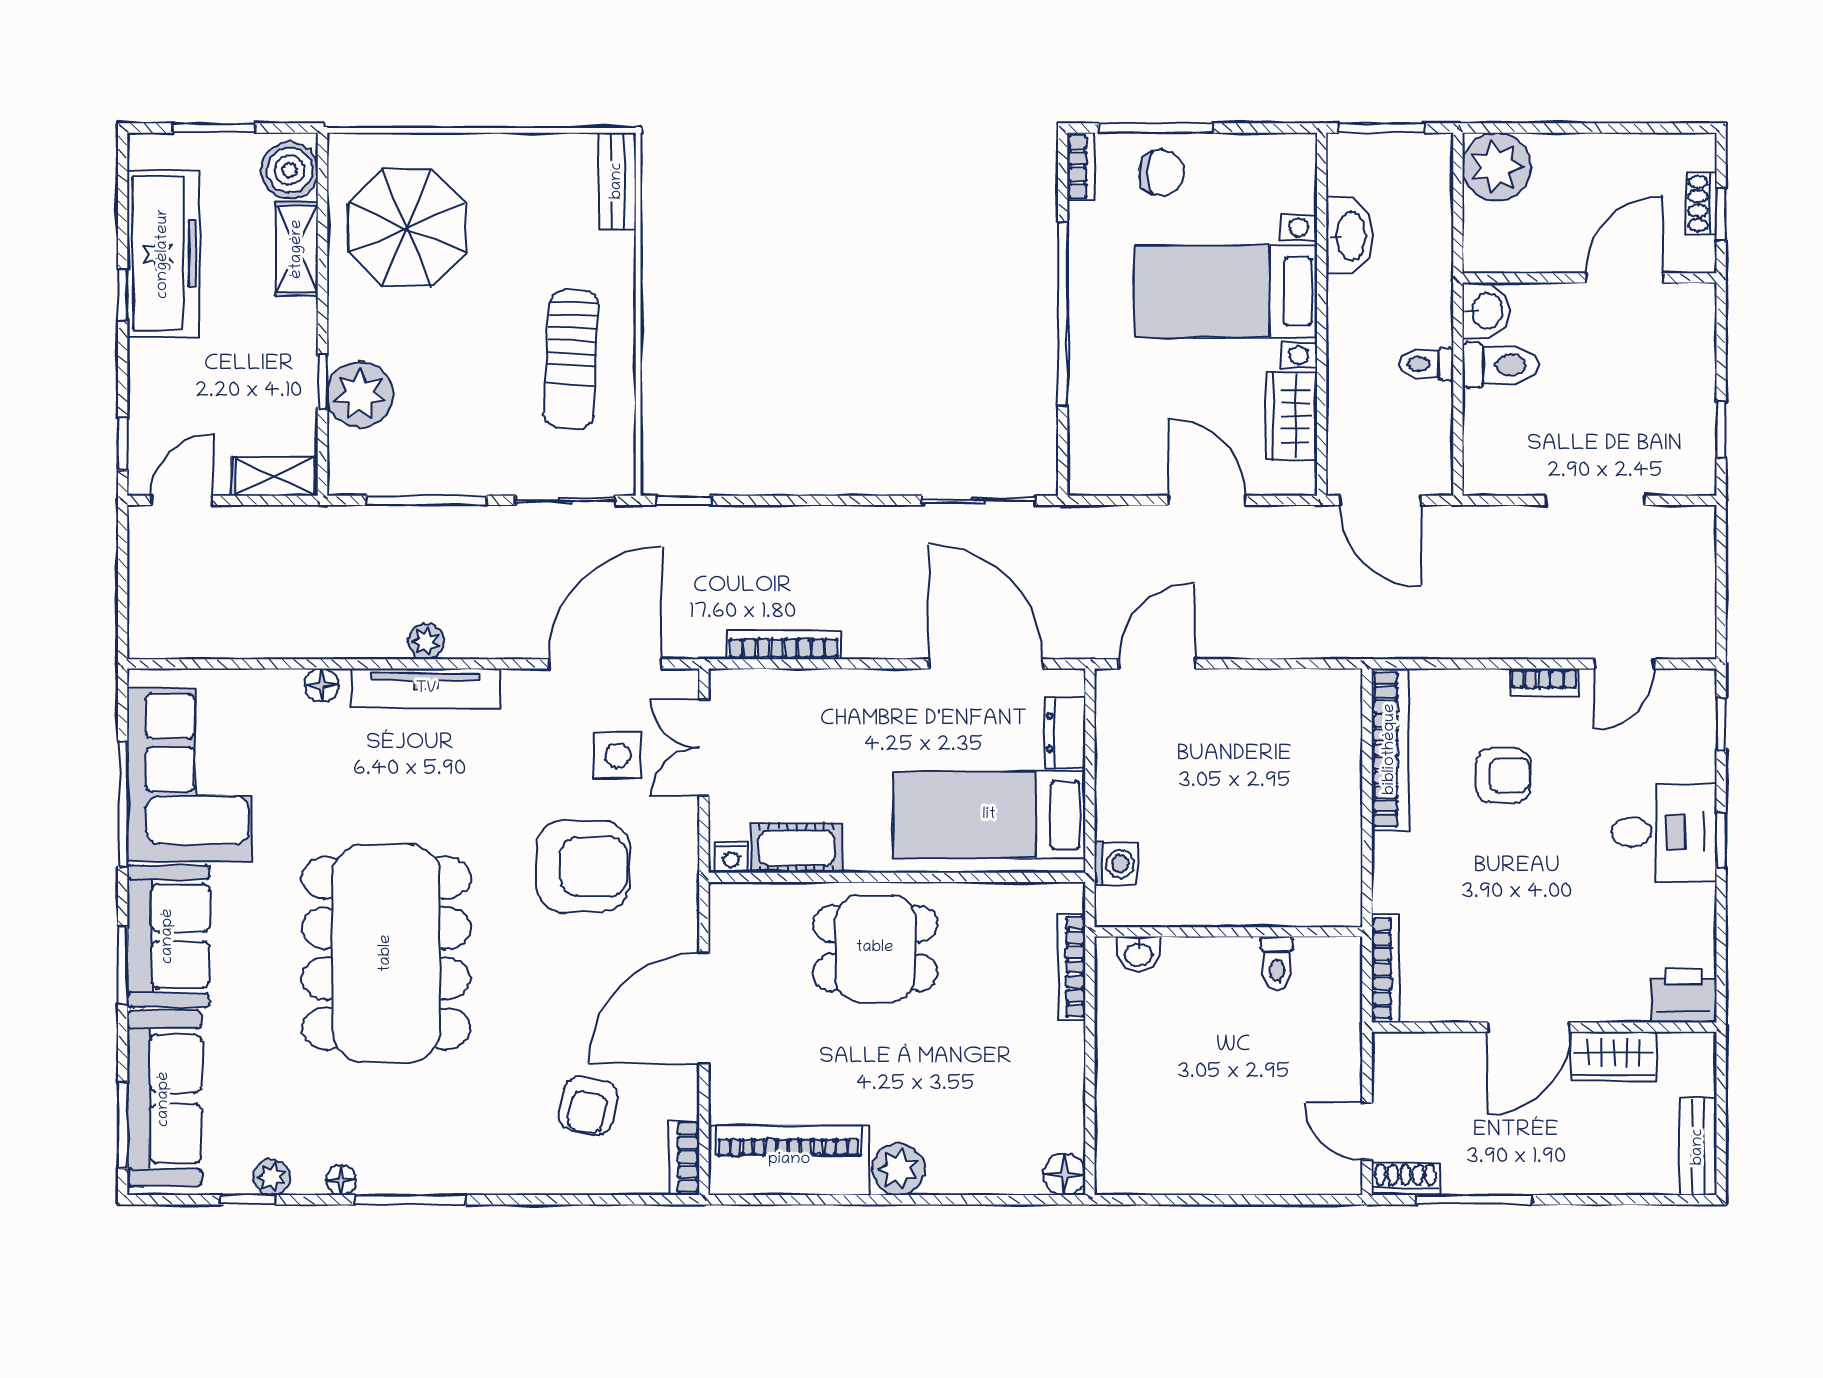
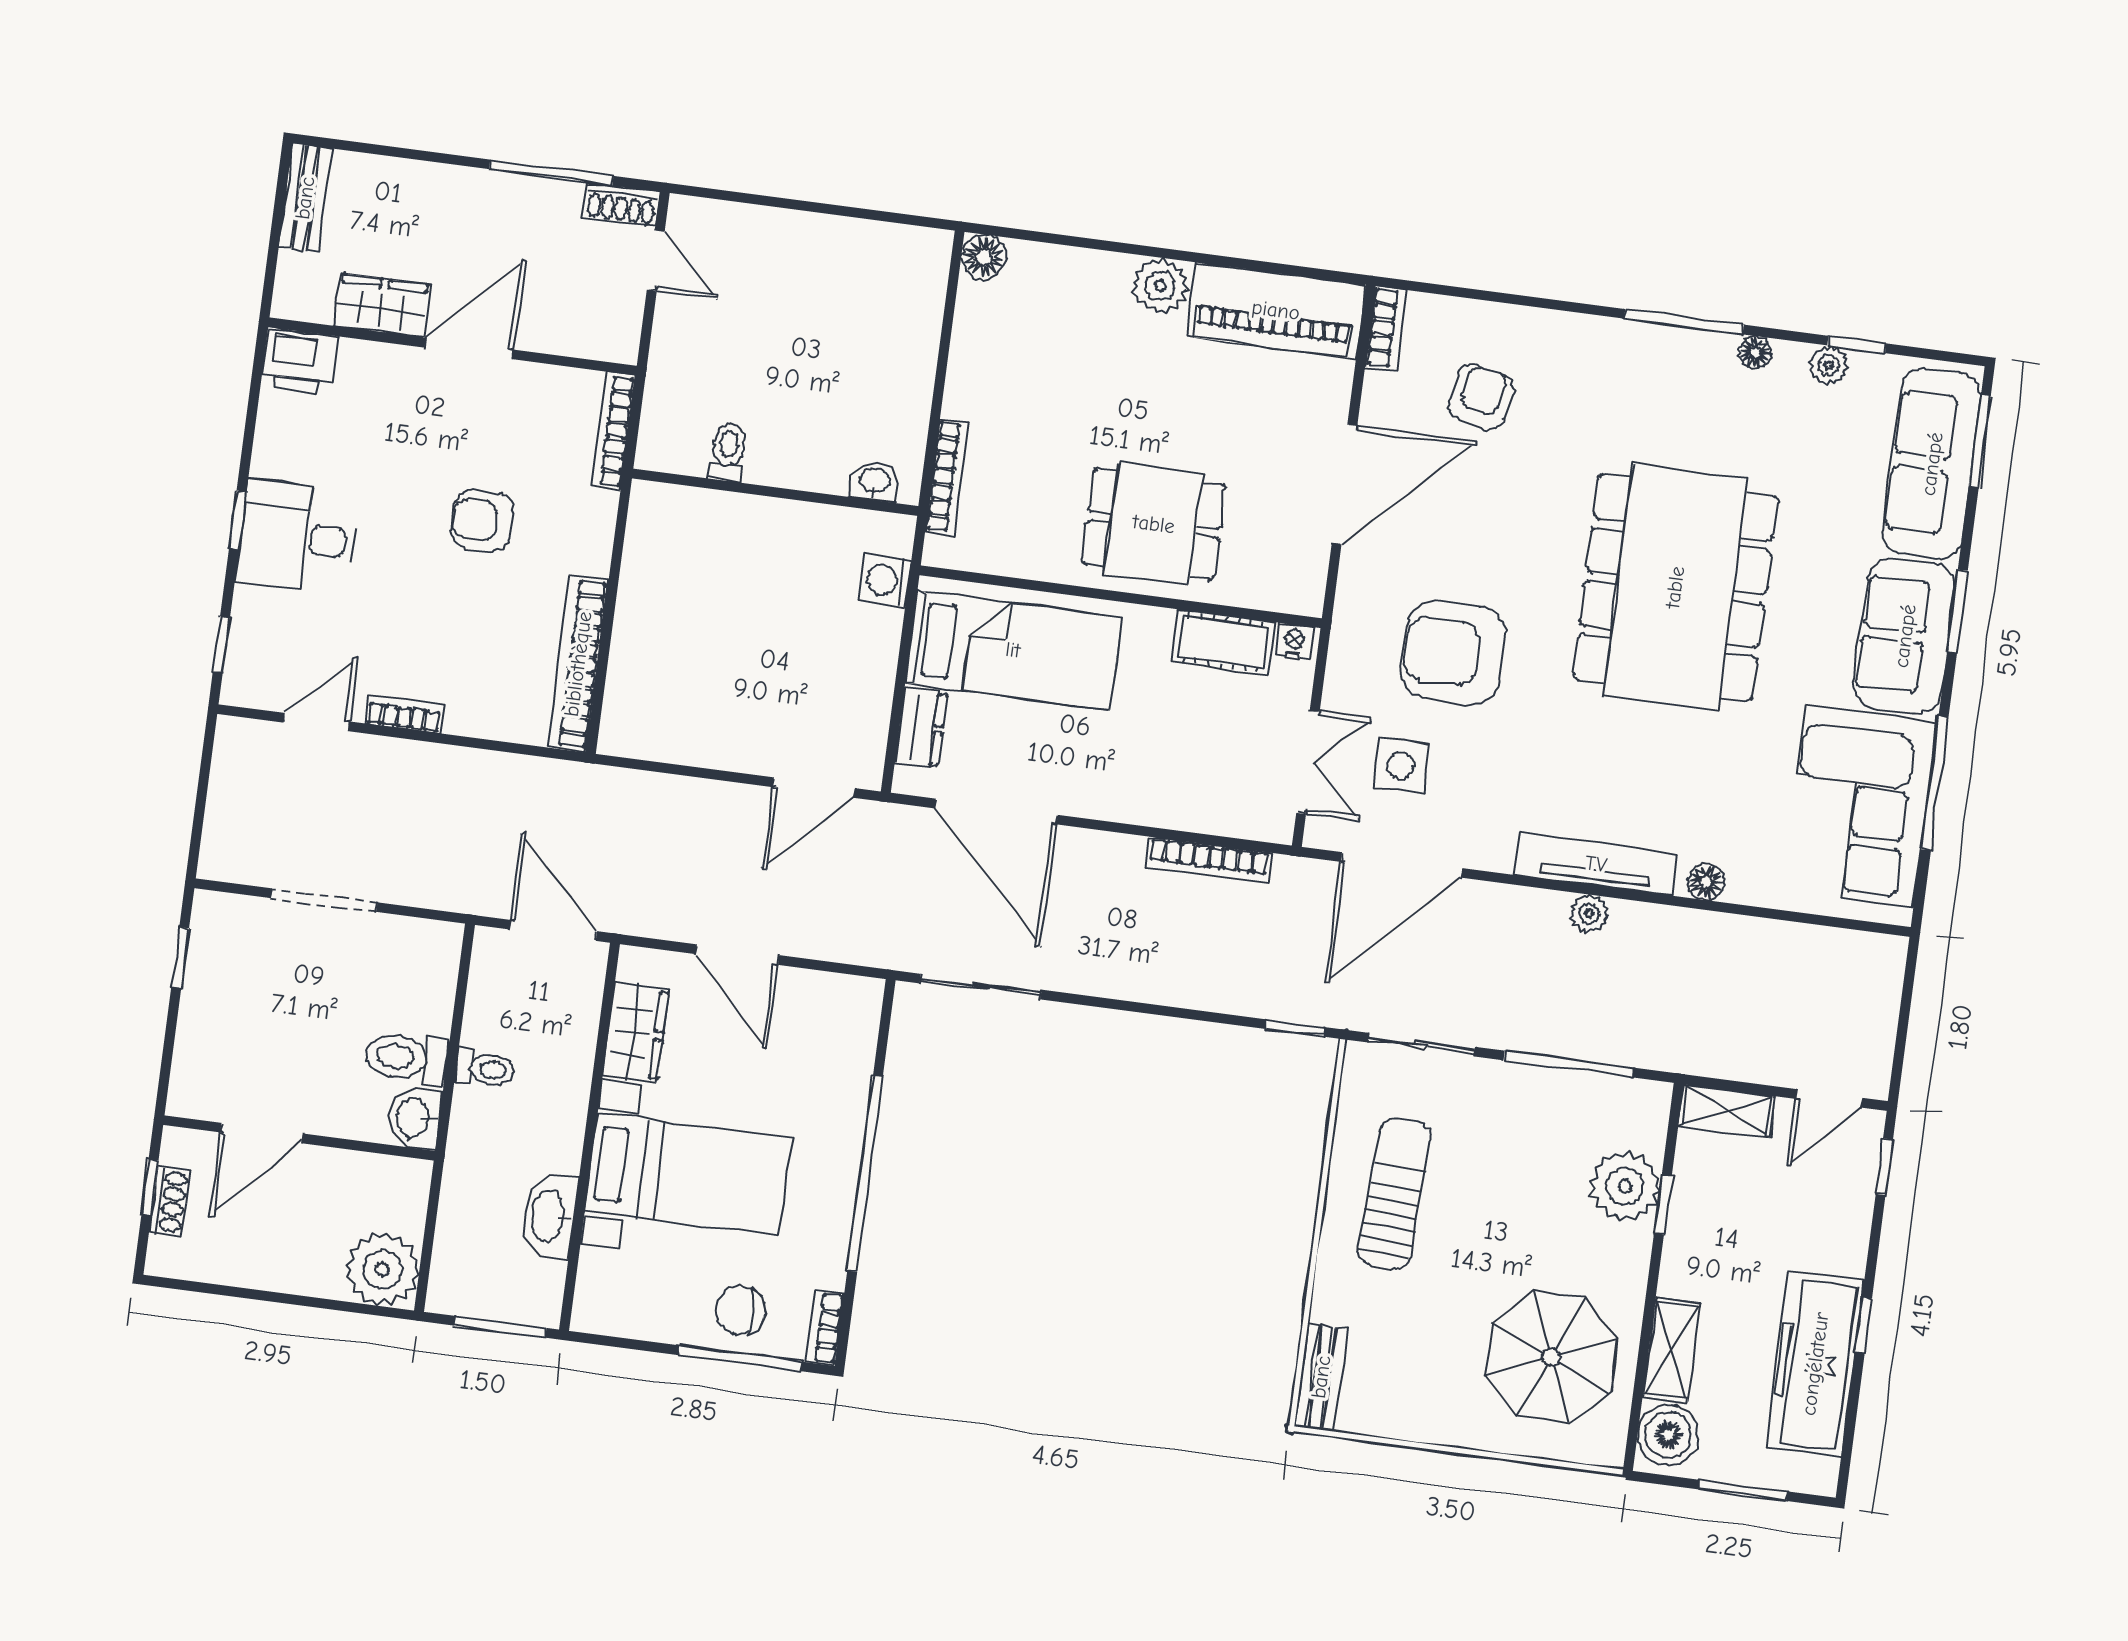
armchair: (1503, 775) -> (482, 521), moved

